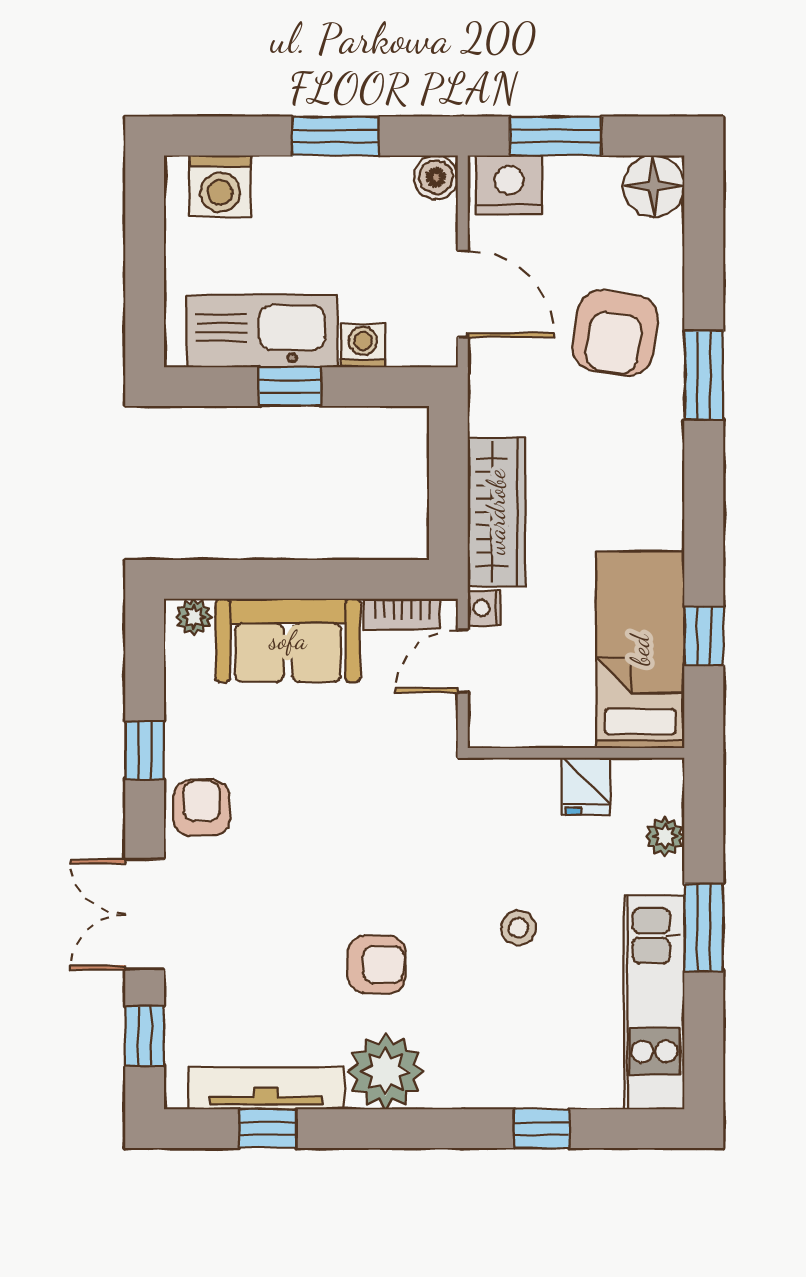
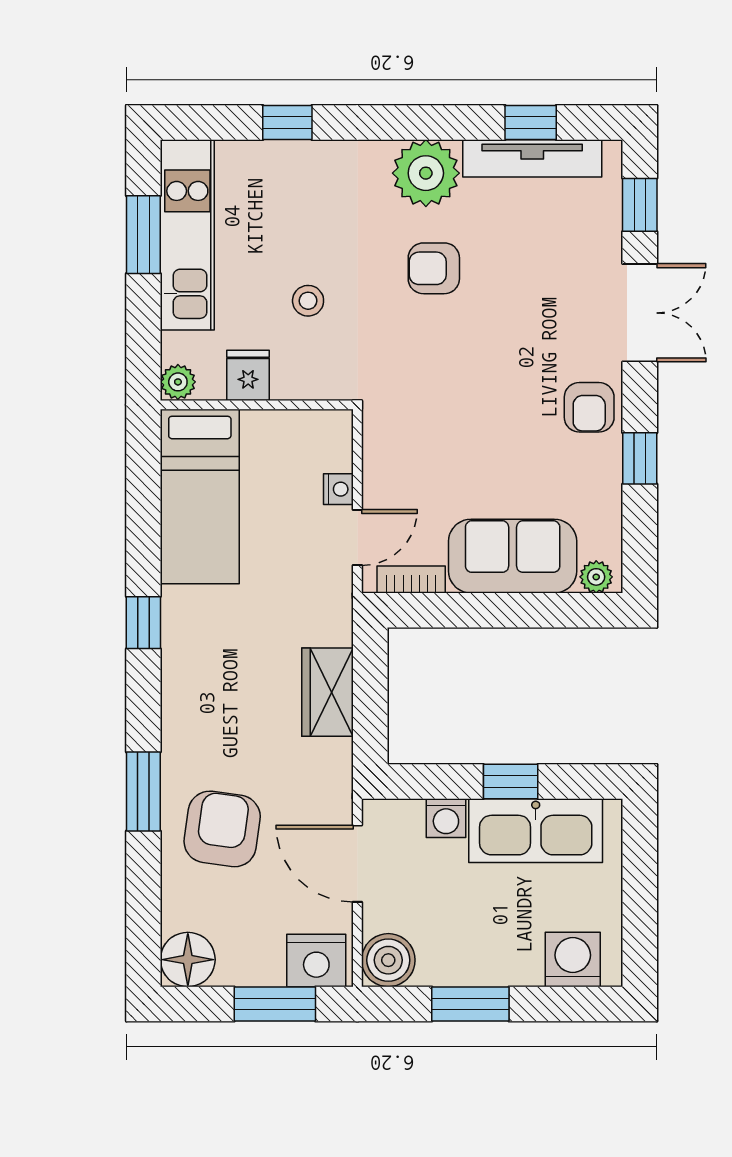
boiler: (436, 177) -> (388, 960), width x1.36, depth x1.36
wardrobe: (496, 512) -> (327, 692), width x0.67
nightstand: (484, 608) -> (338, 489), moved
window: (704, 636) -> (143, 623), moved
bed: (640, 650) -> (200, 496), moved
wall: (576, 753) -> (257, 405), moved
fridge: (586, 786) -> (248, 375), moved
window: (704, 927) -> (143, 235), moved

